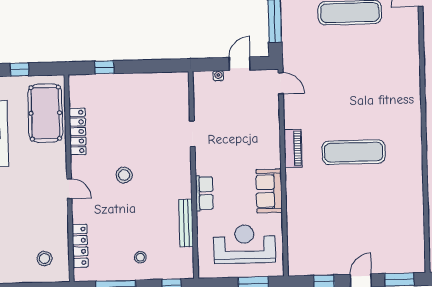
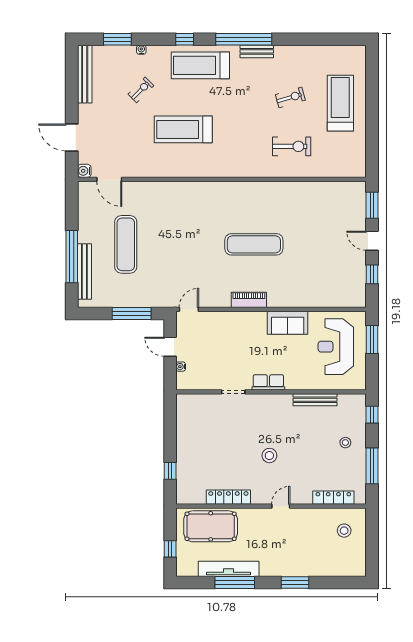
exercise mat: (353, 152) -> (254, 244), turned 90
row of seats: (204, 193) -> (268, 382), moved

